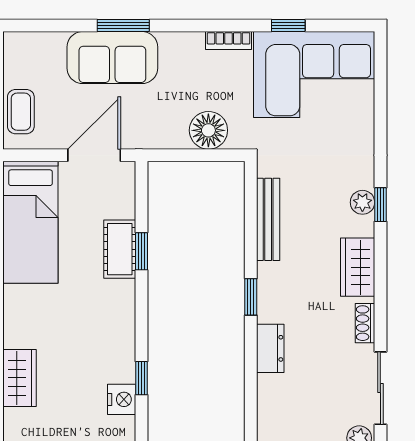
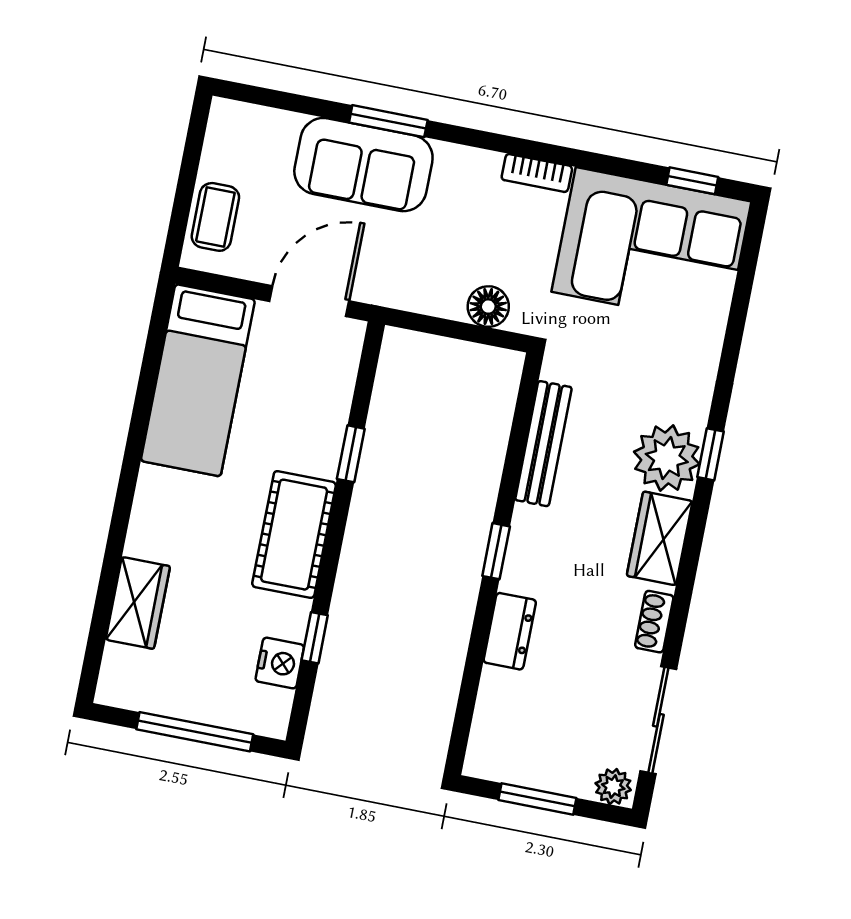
window: (288, 26) -> (692, 181), moved
floor lamp: (208, 130) -> (488, 307), width x0.73, depth x0.73
plant: (362, 202) -> (667, 458), width x1.87, depth x1.87
cot: (120, 249) -> (294, 535), moved, width x1.37, depth x1.34

